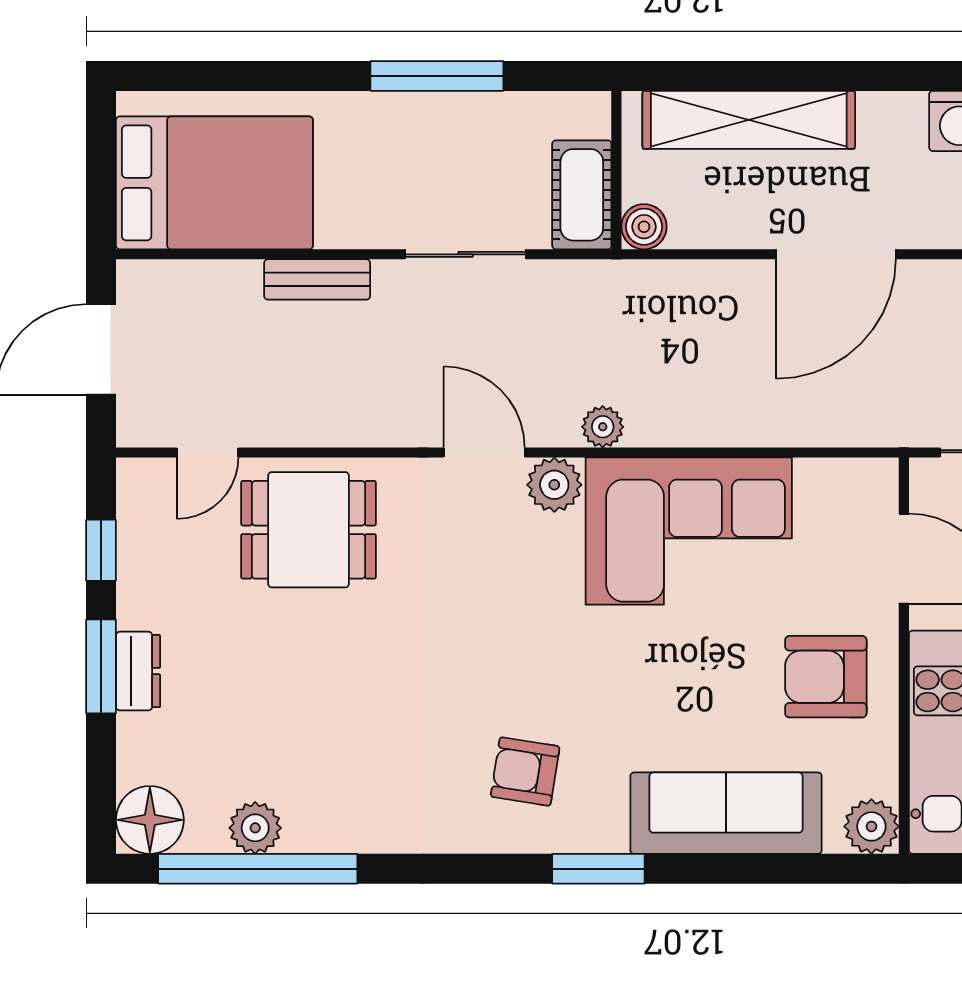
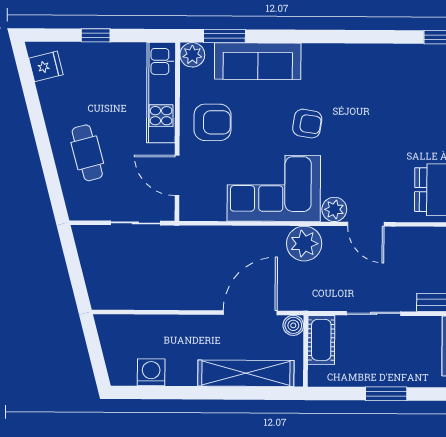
window: (437, 76) -> (386, 394), width x0.69
door: (836, 254) -> (250, 313), moved
plant: (603, 427) -> (304, 244), width x1.87, depth x1.87
armchair: (525, 772) -> (307, 124), moved
window: (598, 869) -> (224, 36), moved

